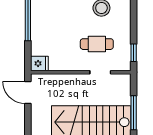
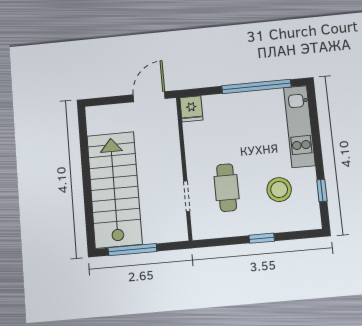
window: (134, 53) -> (262, 238), moved

